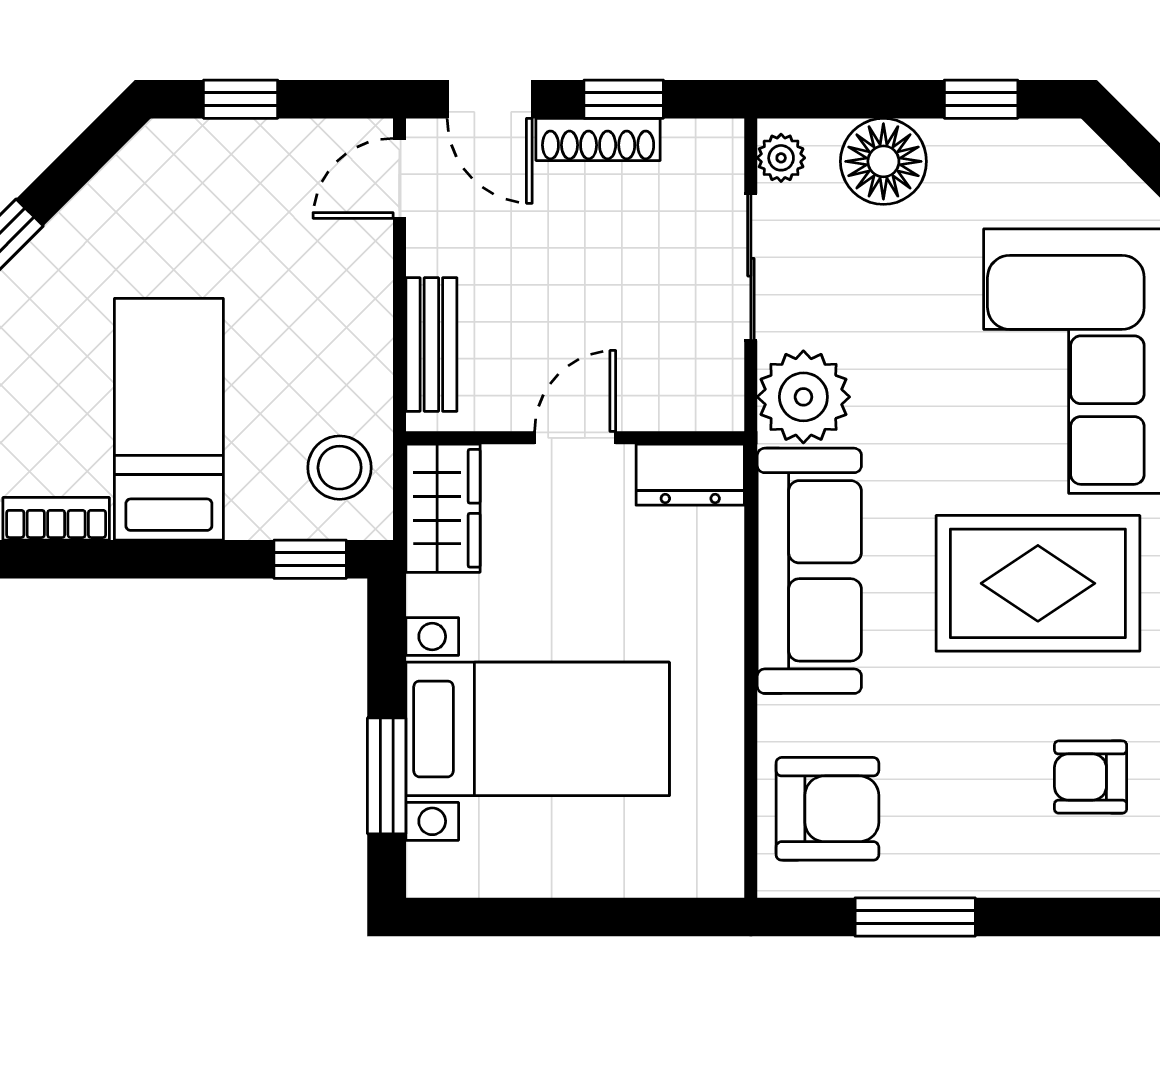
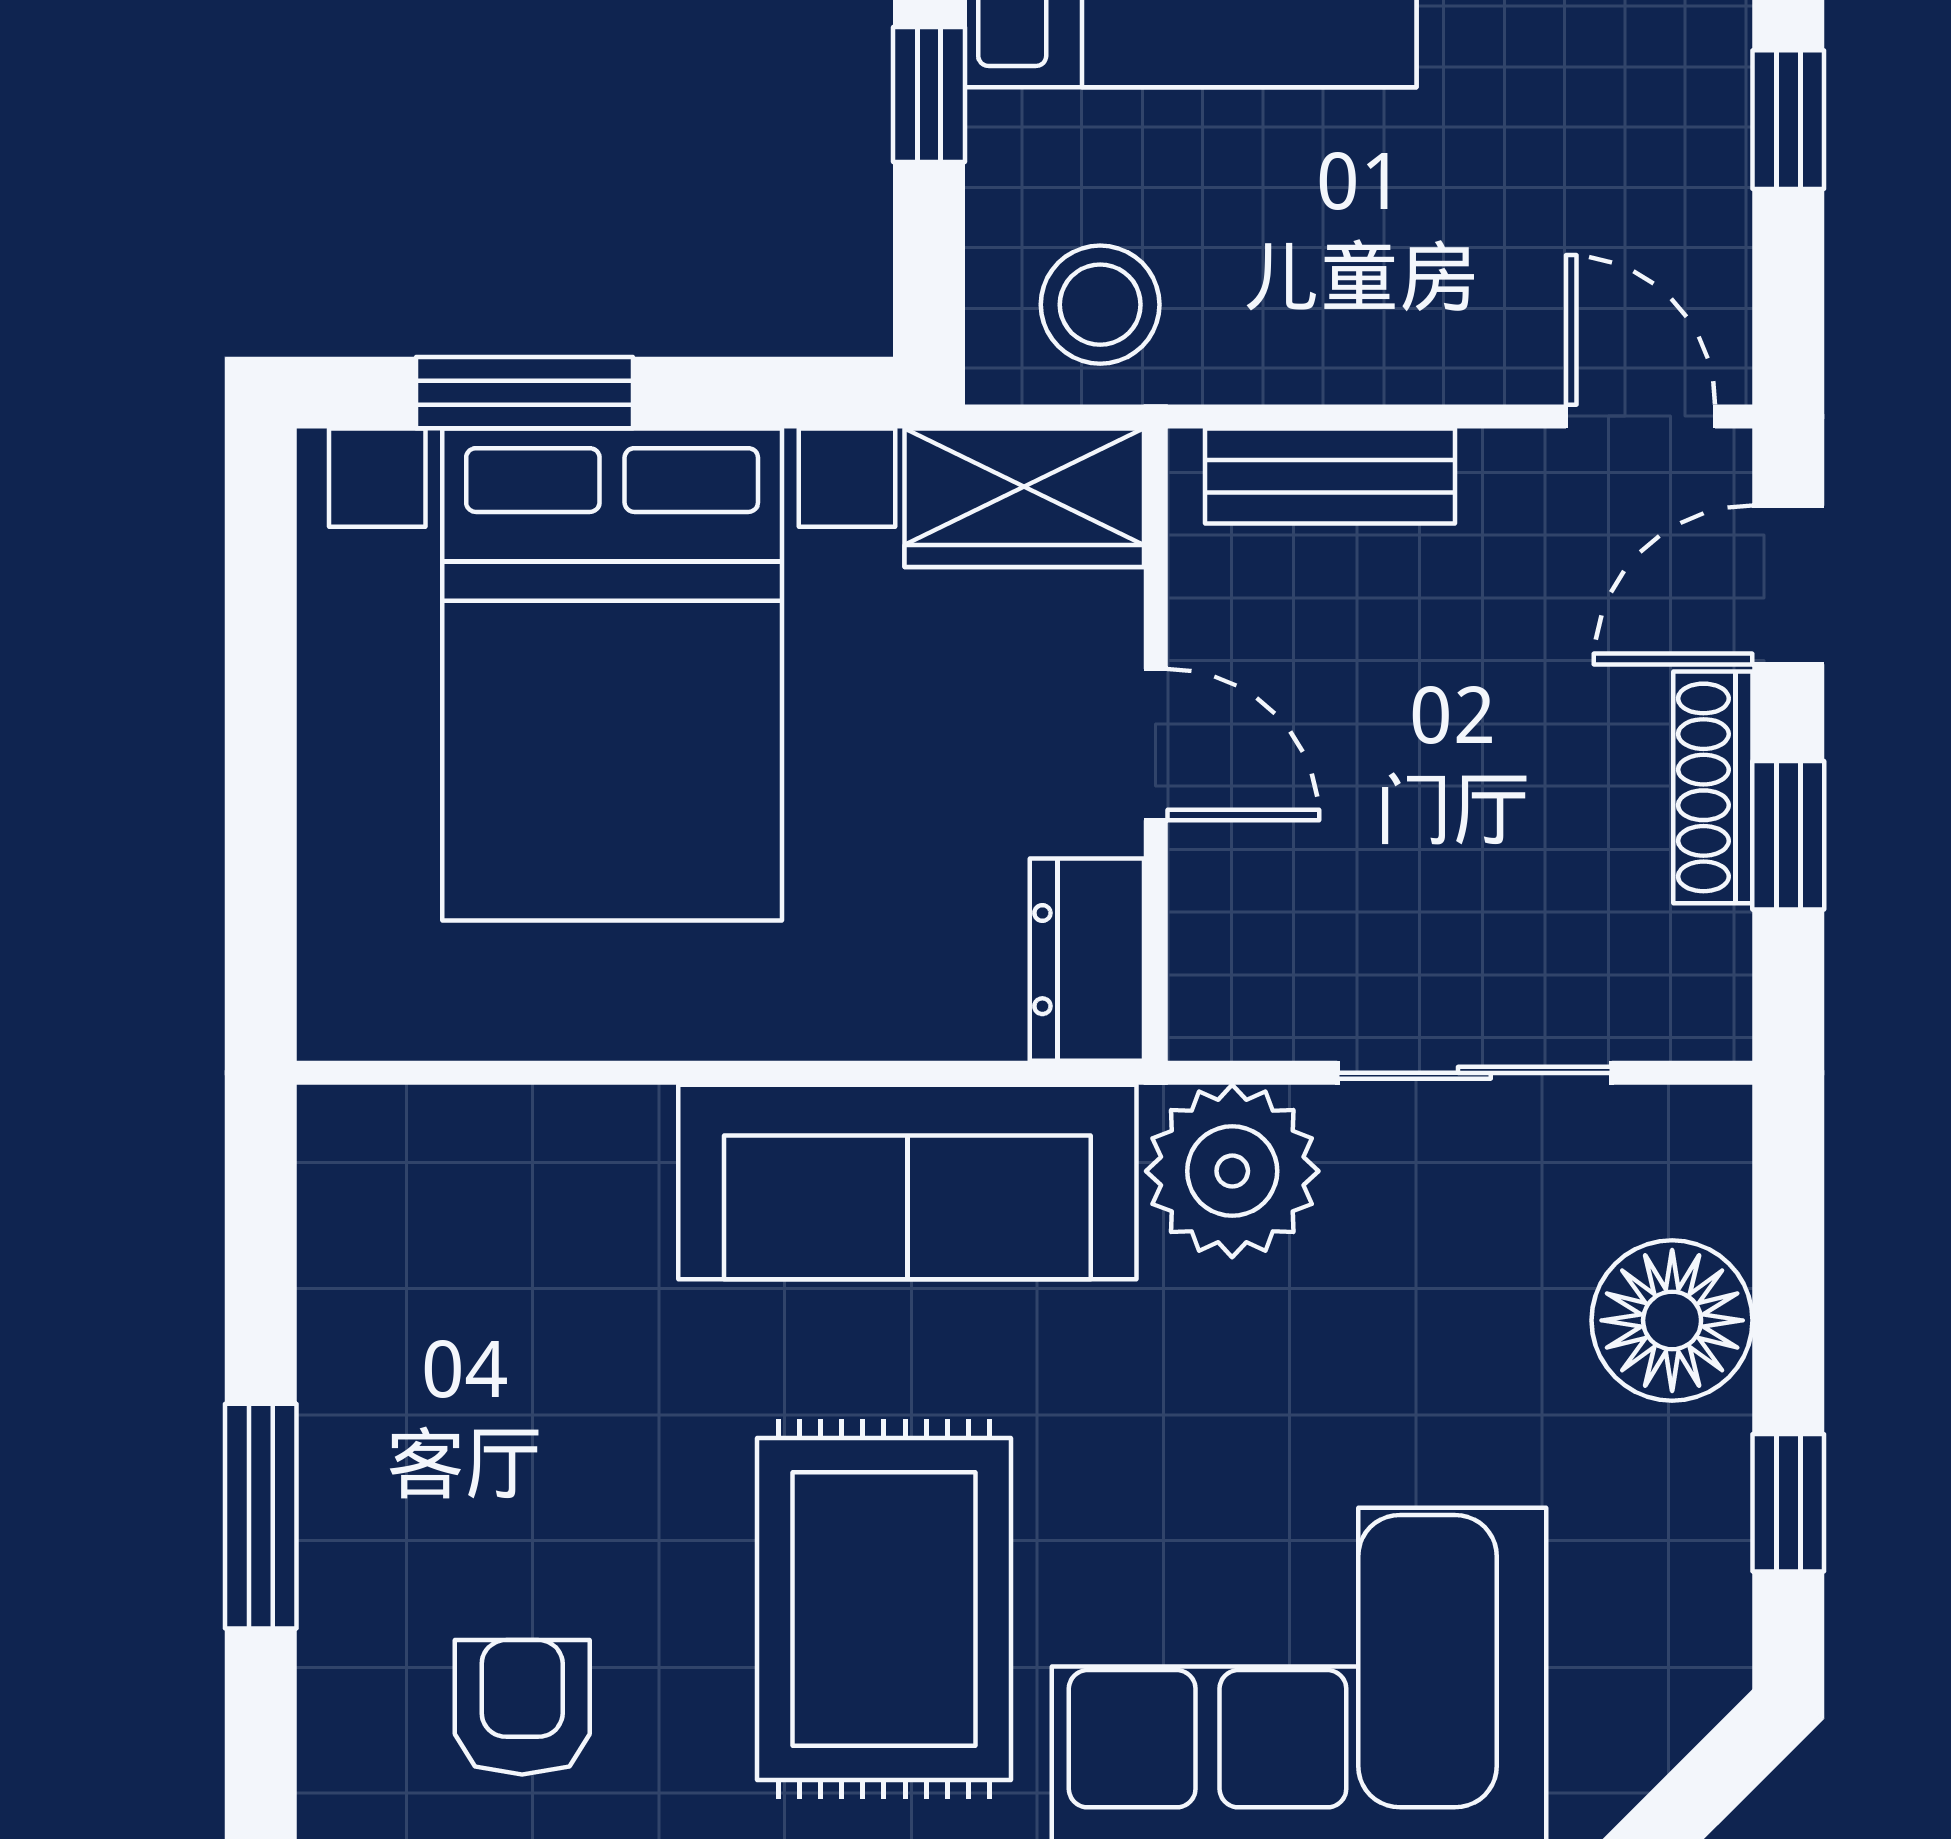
plant: (781, 158) -> (1679, 1129), removed
window: (310, 559) -> (929, 95), moved
bed with nightstands: (538, 729) -> (612, 674), width x1.36
armchair: (827, 809) -> (463, 1216), removed
window: (915, 917) -> (261, 1516), moved

